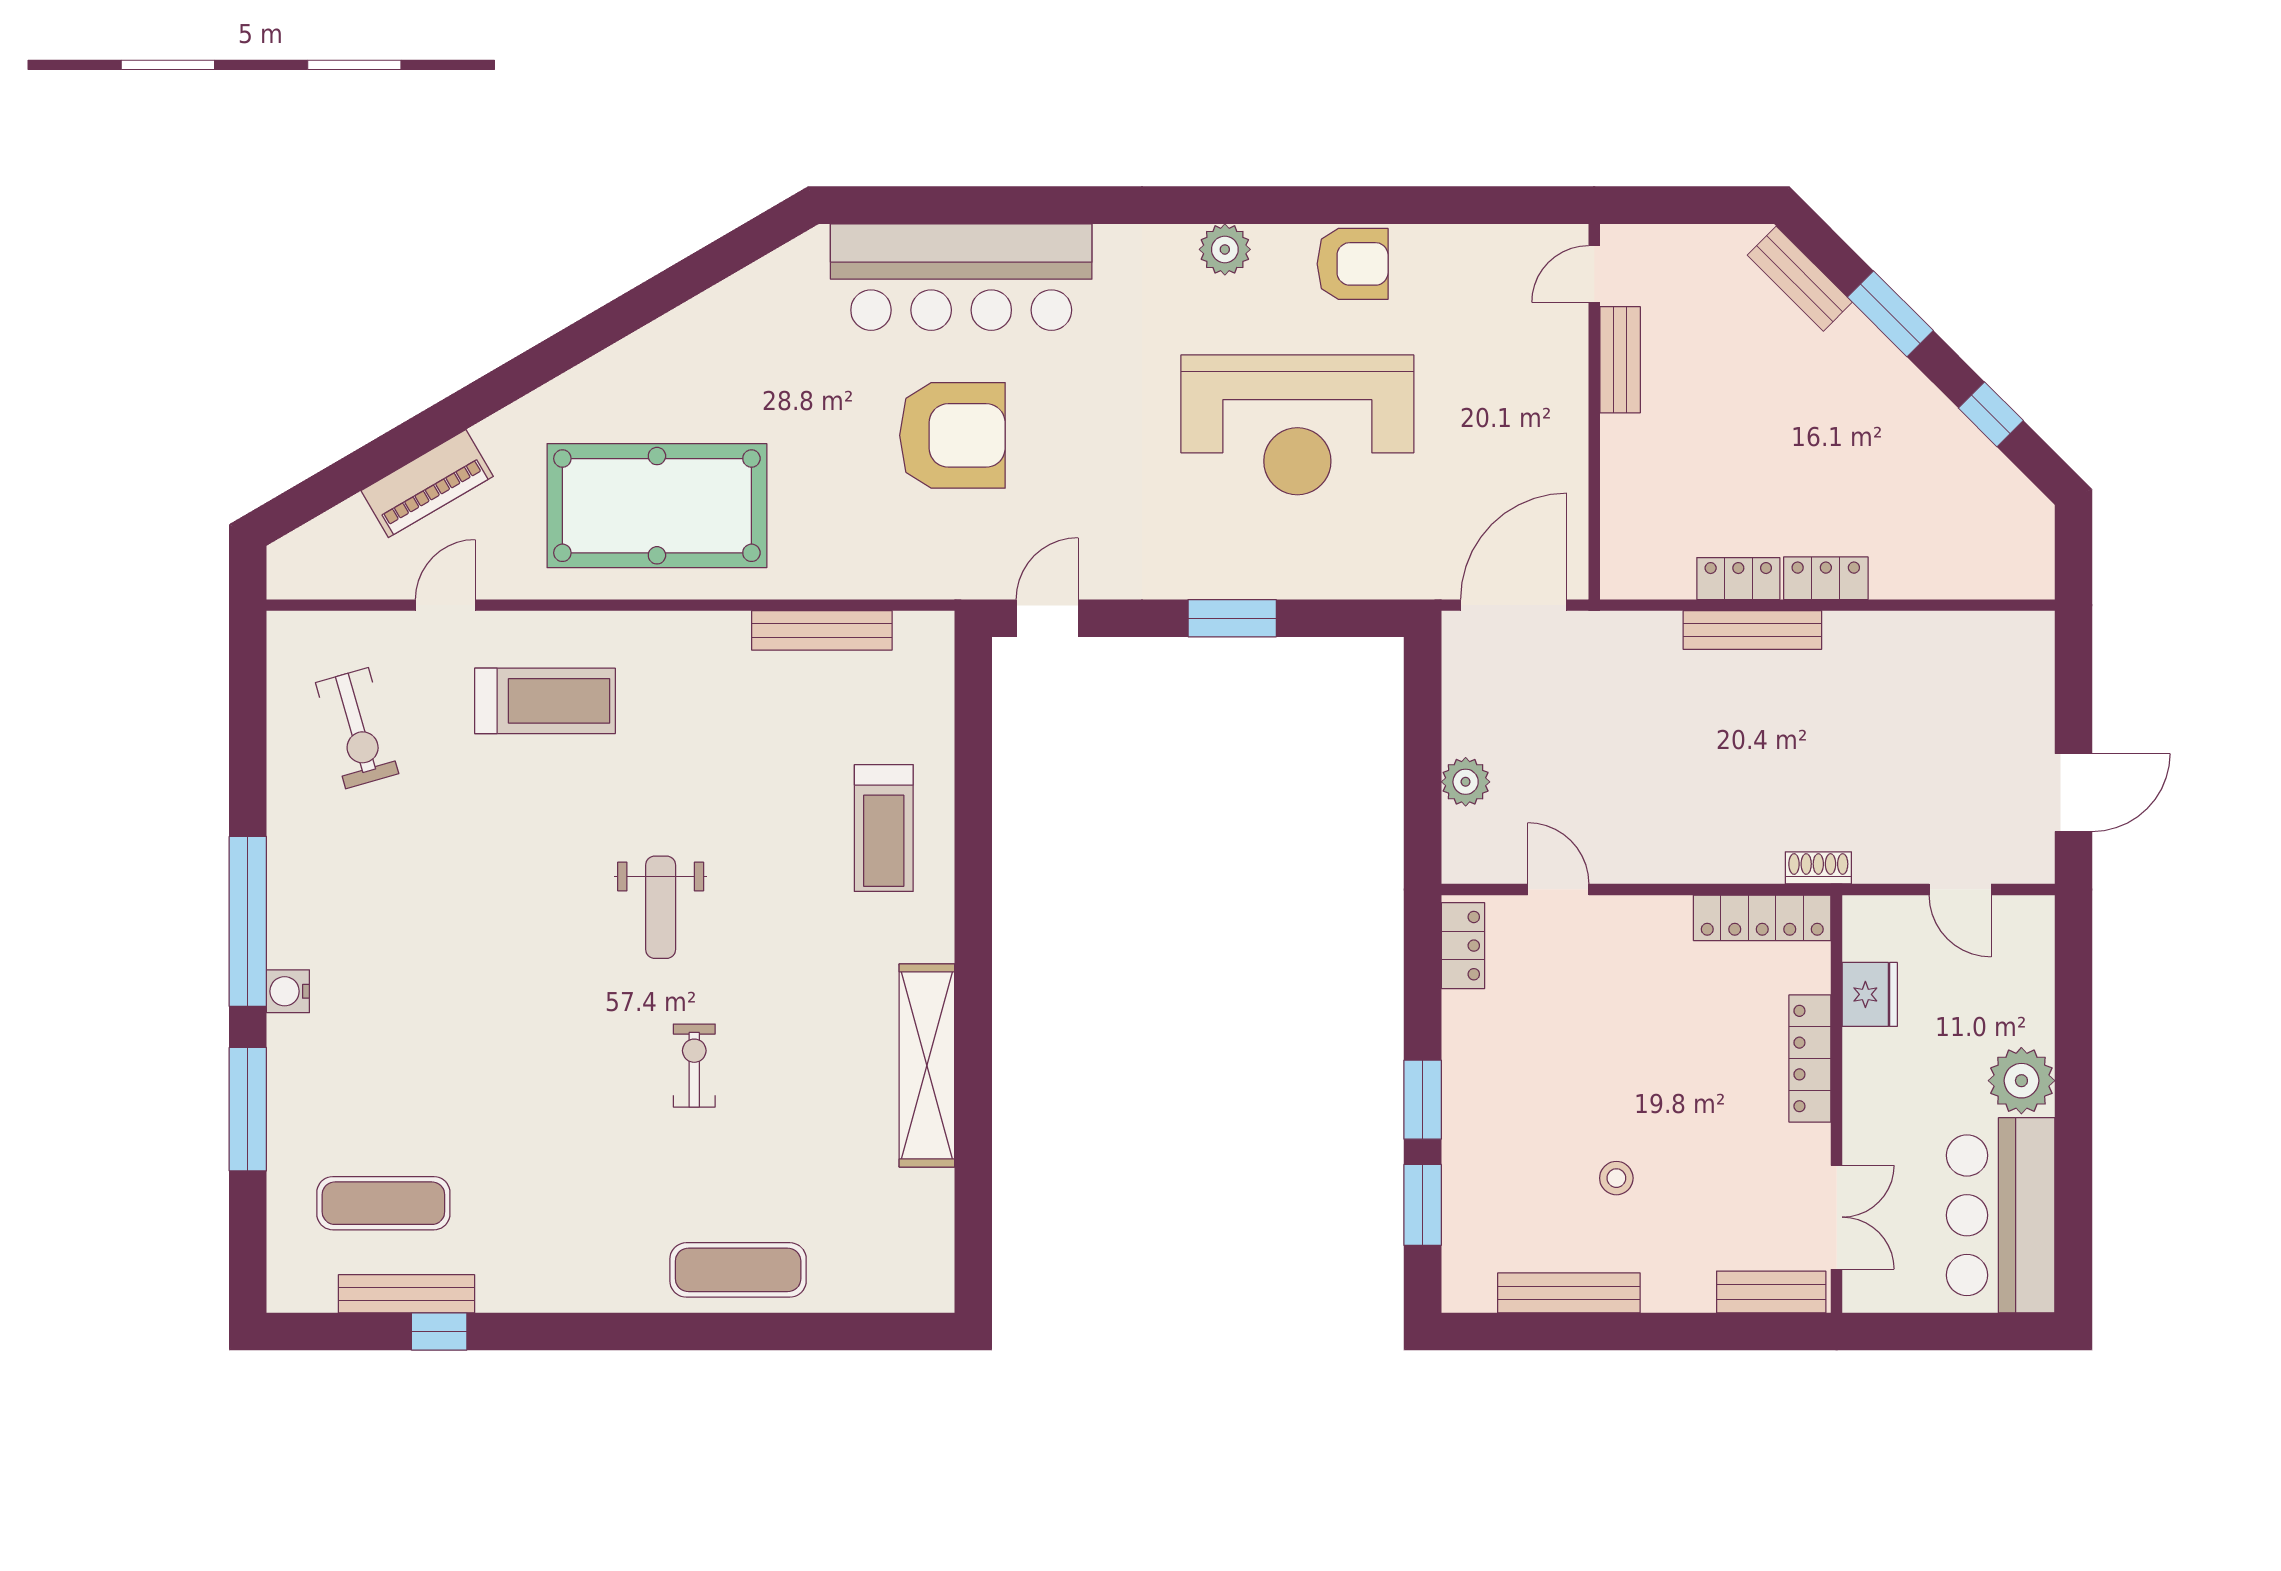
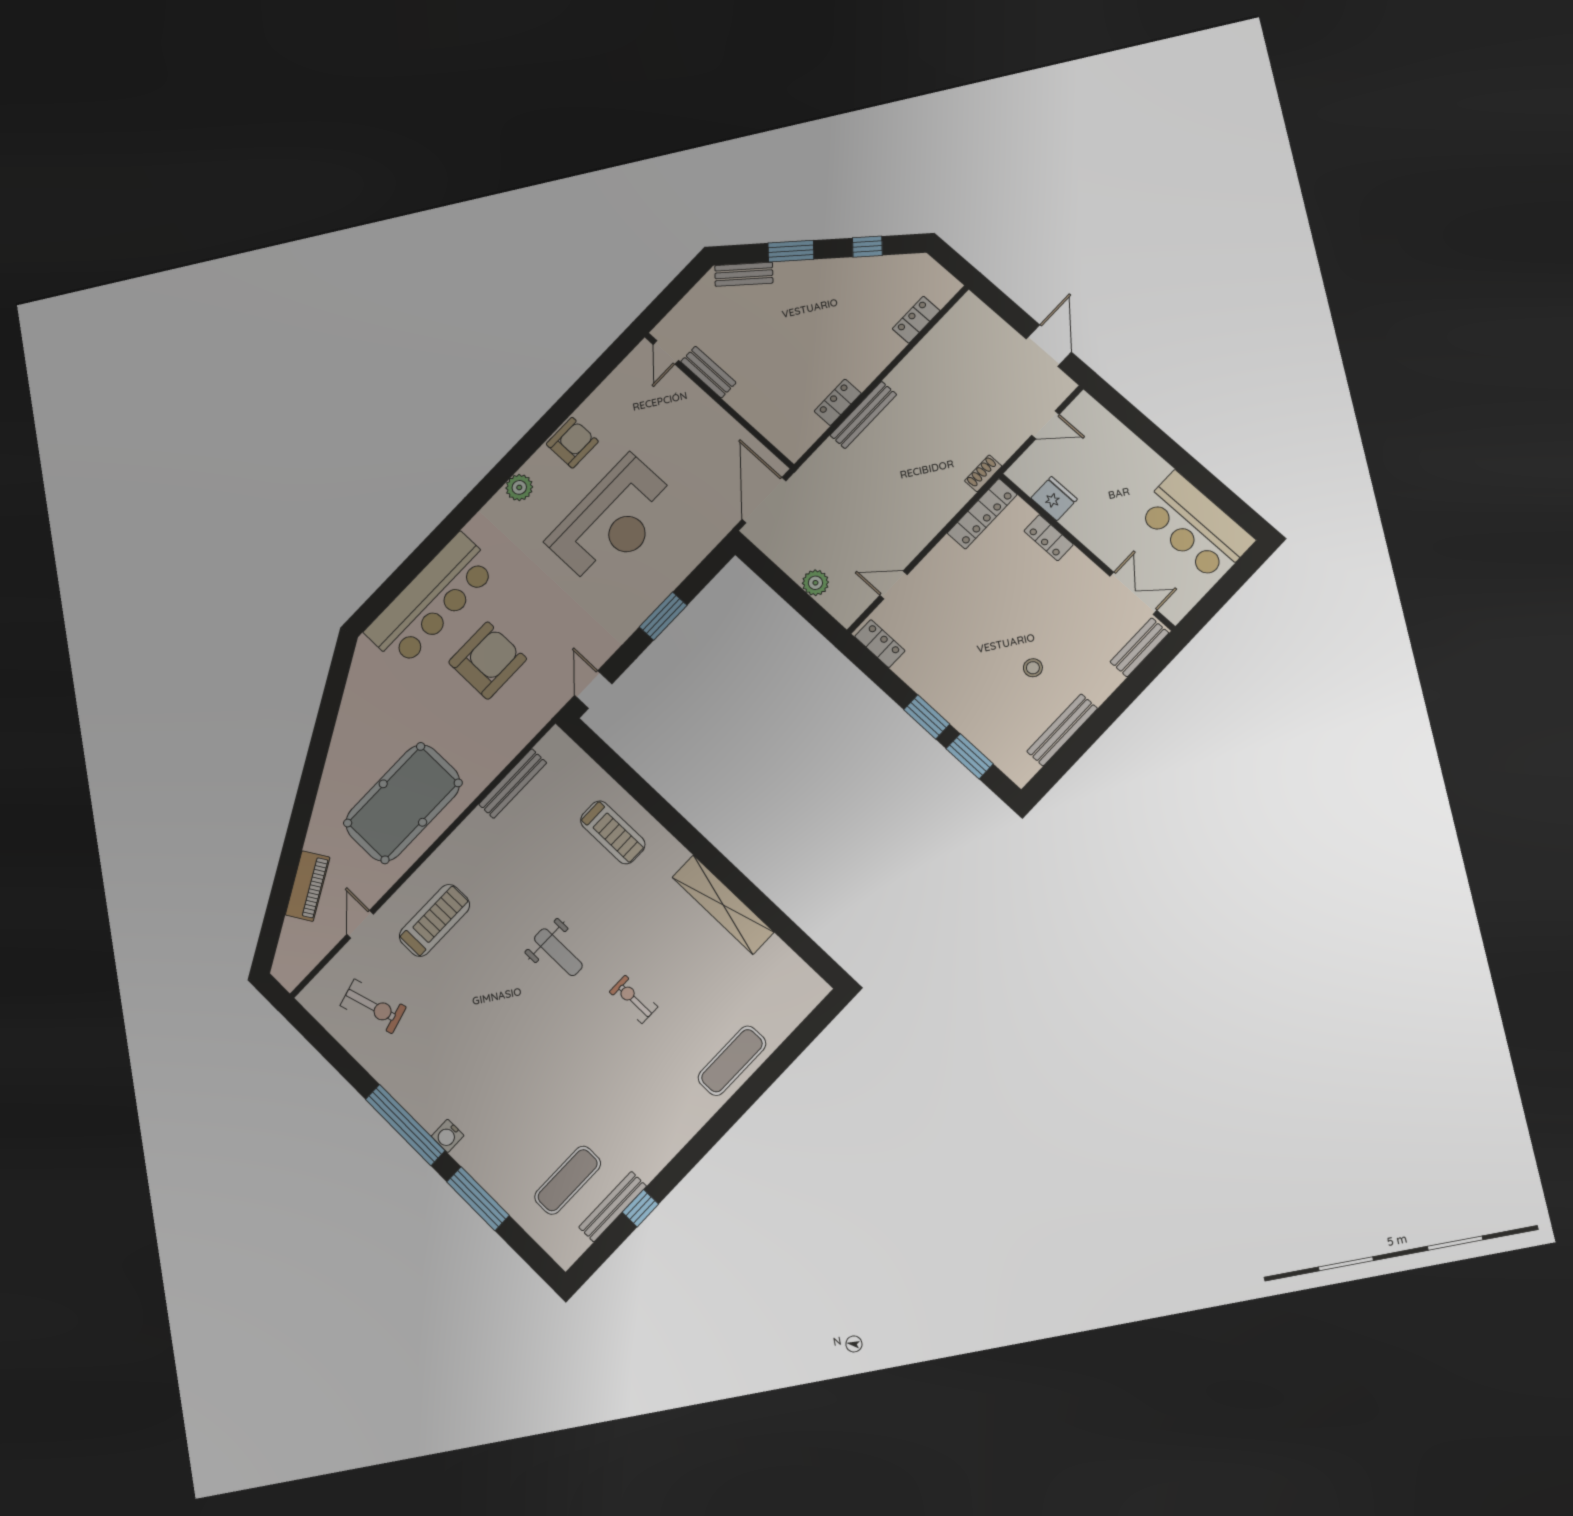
locker: (1826, 578) -> (916, 320), moved
locker: (1810, 1059) -> (1049, 538), width x0.66
plant: (2021, 1081) -> (1147, 469), removed

